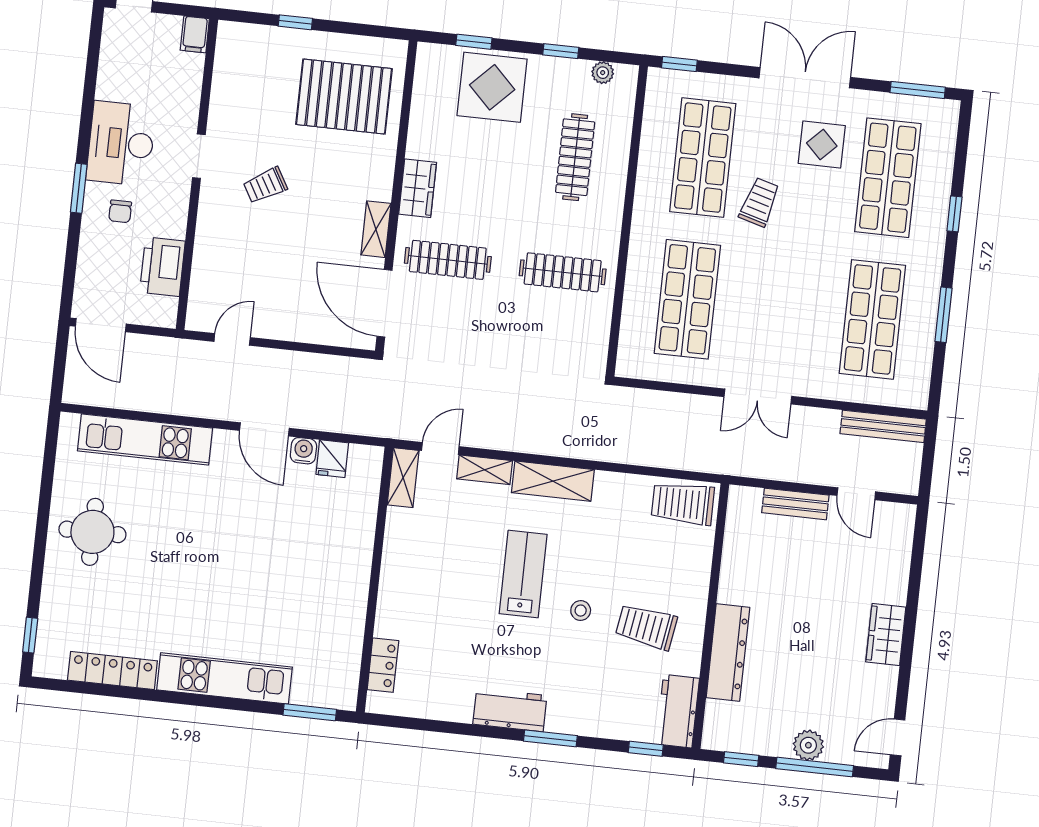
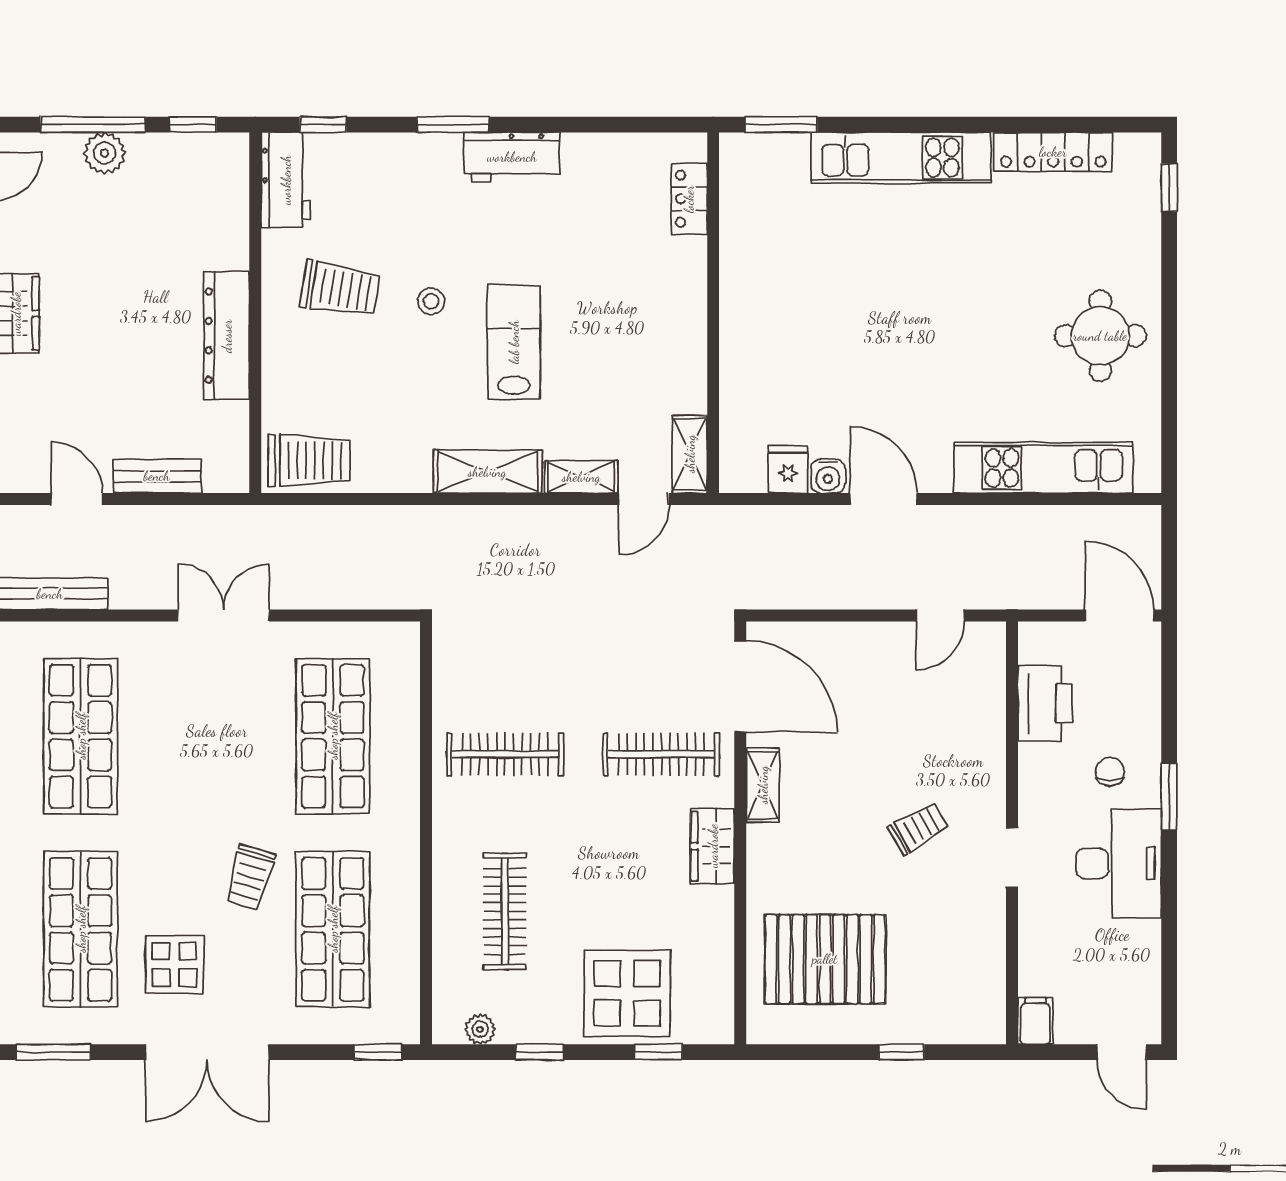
lab bench: (523, 574) -> (514, 342), turned 180
dresser: (728, 653) -> (227, 336), moved

